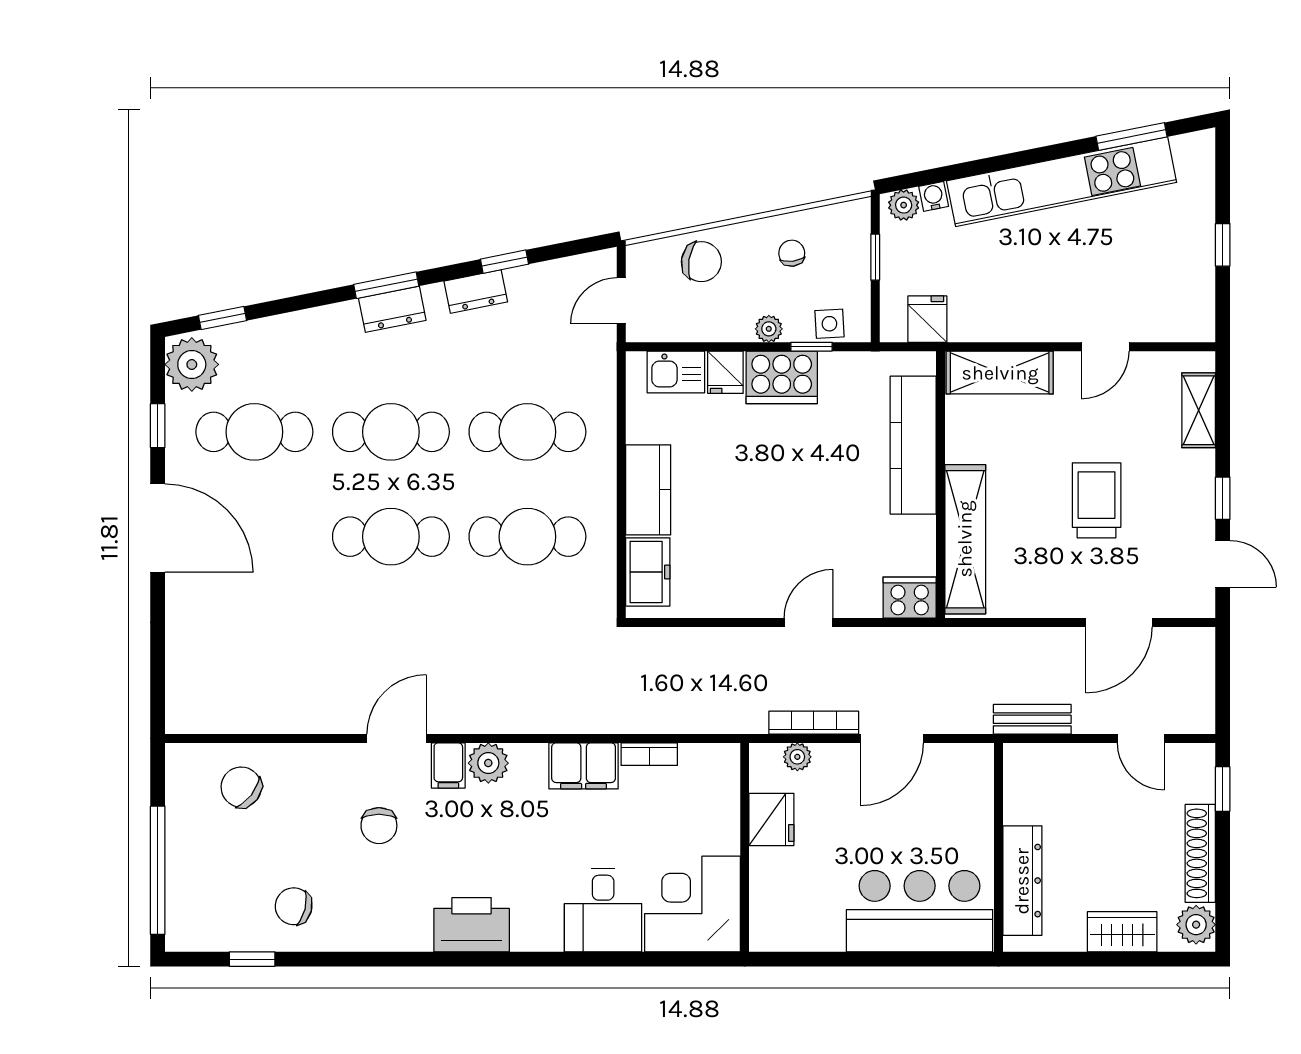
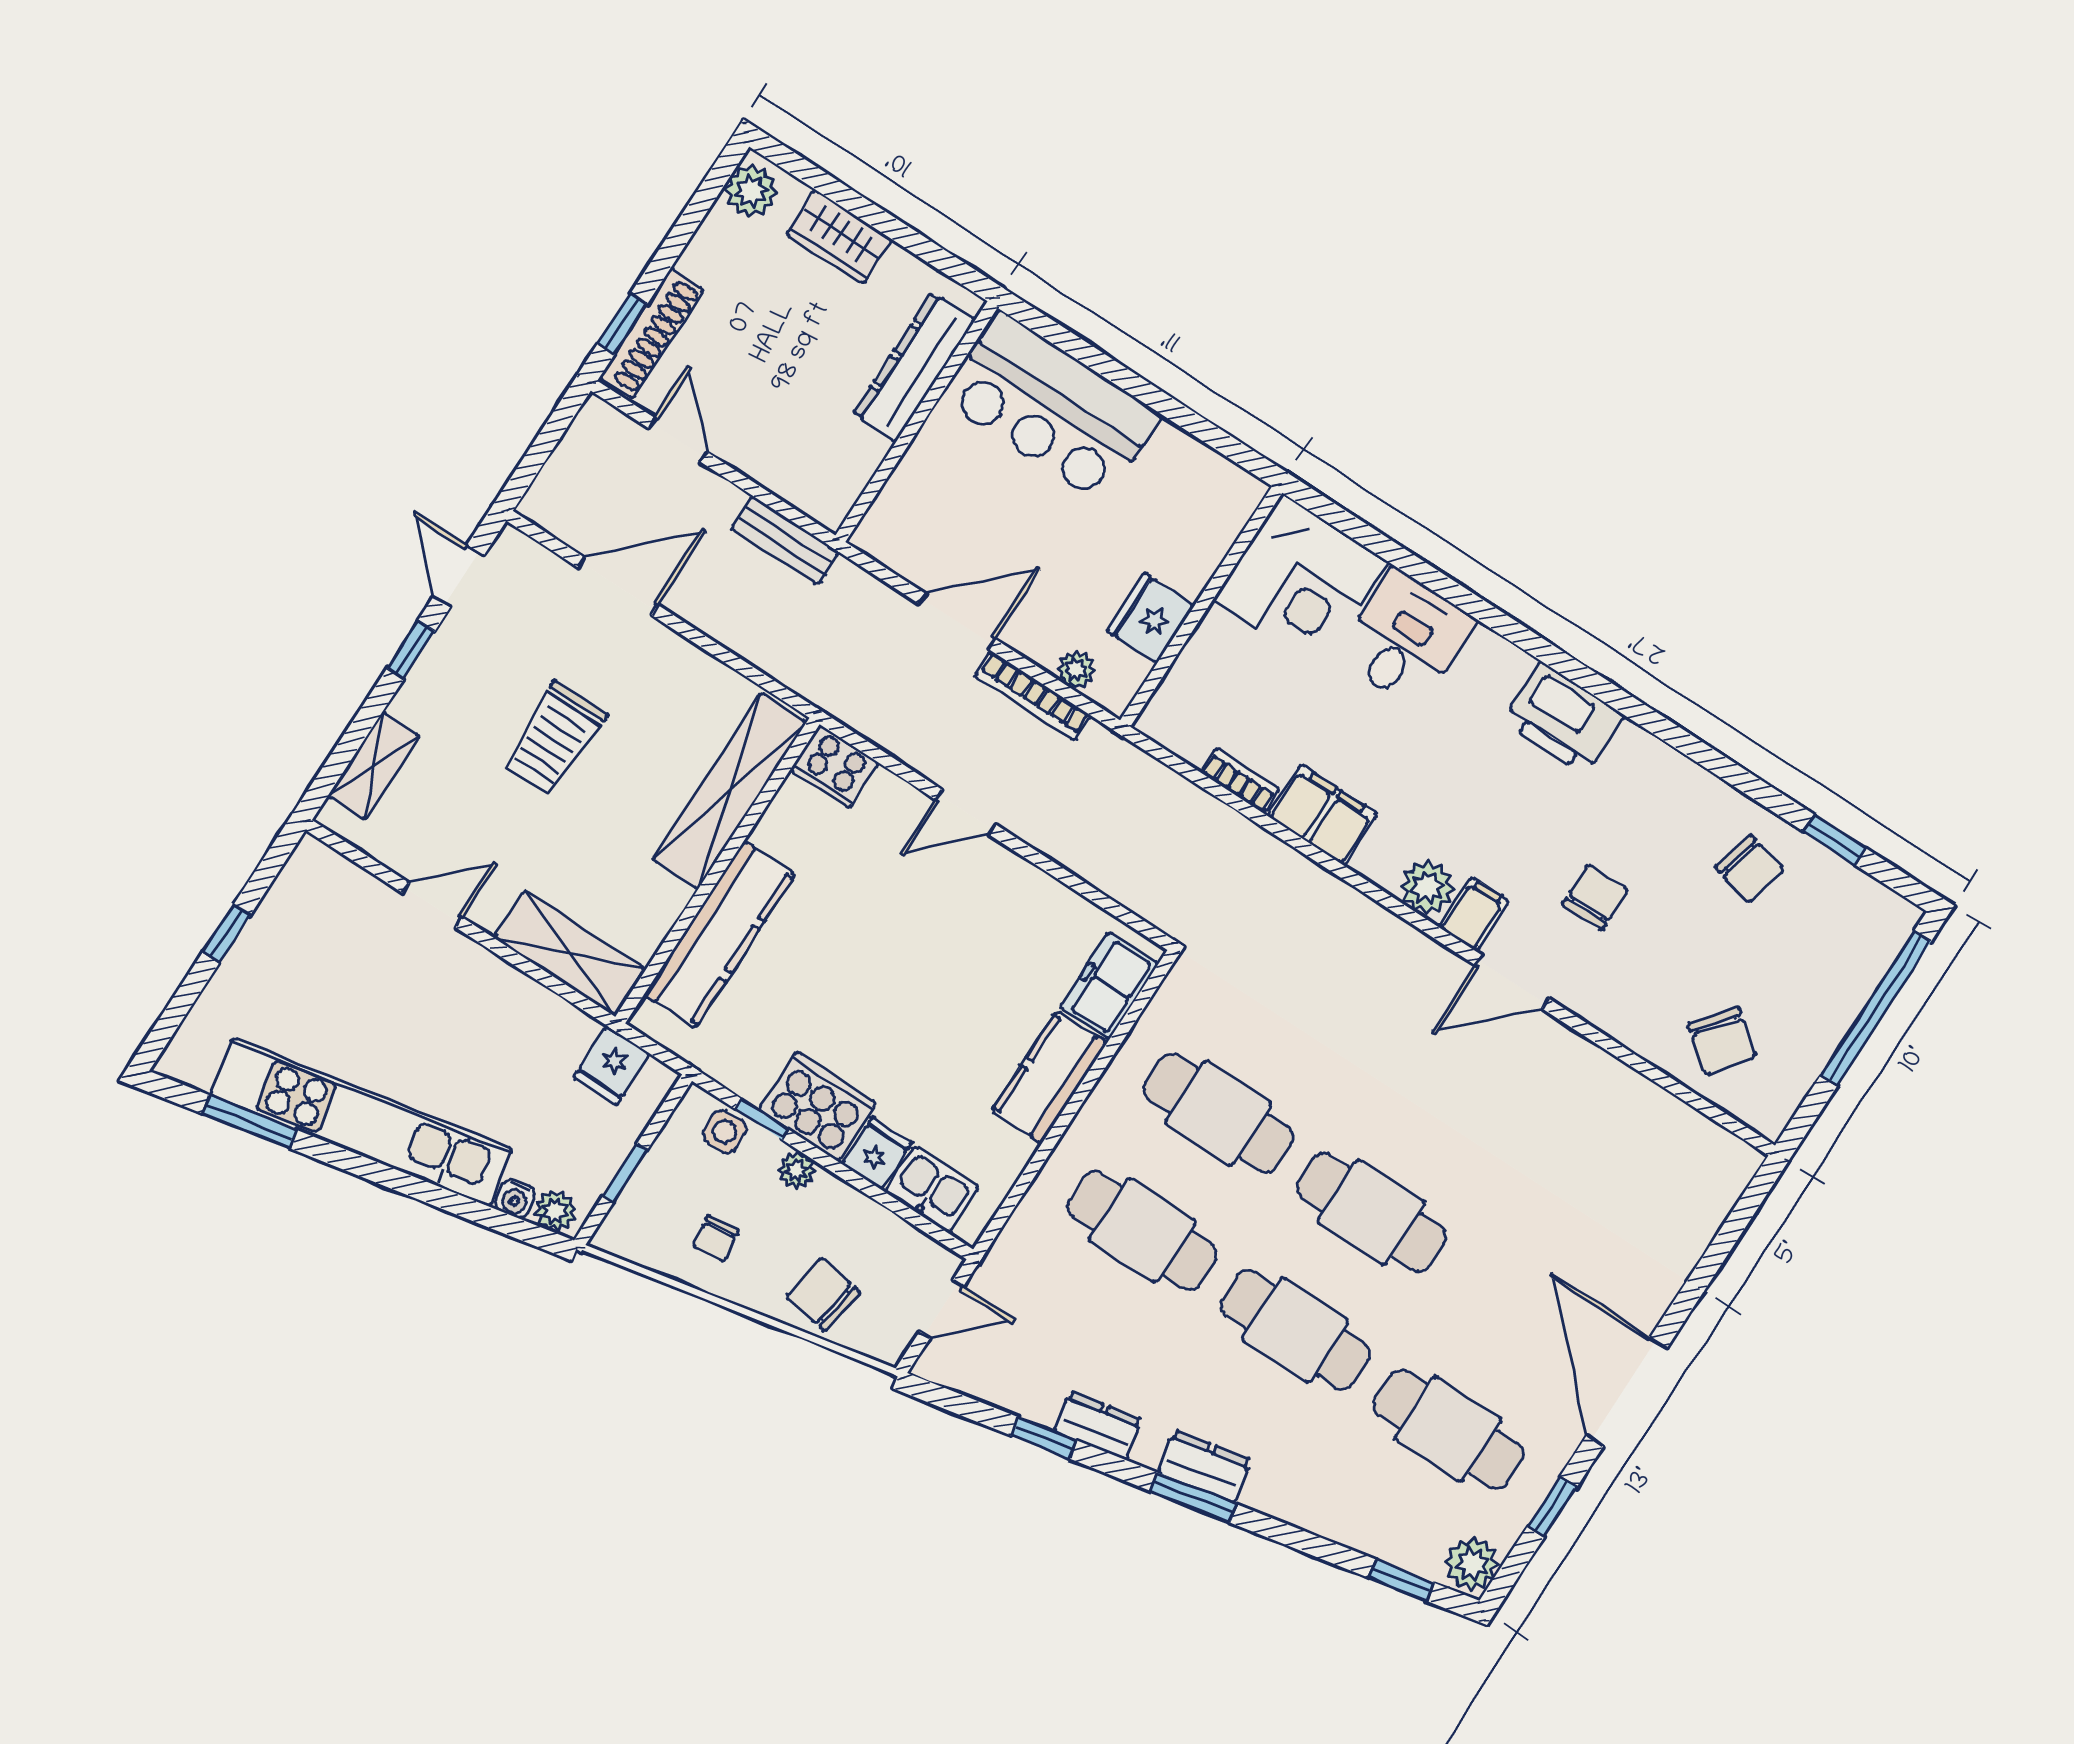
plant: (192, 364) -> (1472, 1564), width x0.73, depth x0.73
shoe rack: (1200, 853) -> (652, 334), moved

